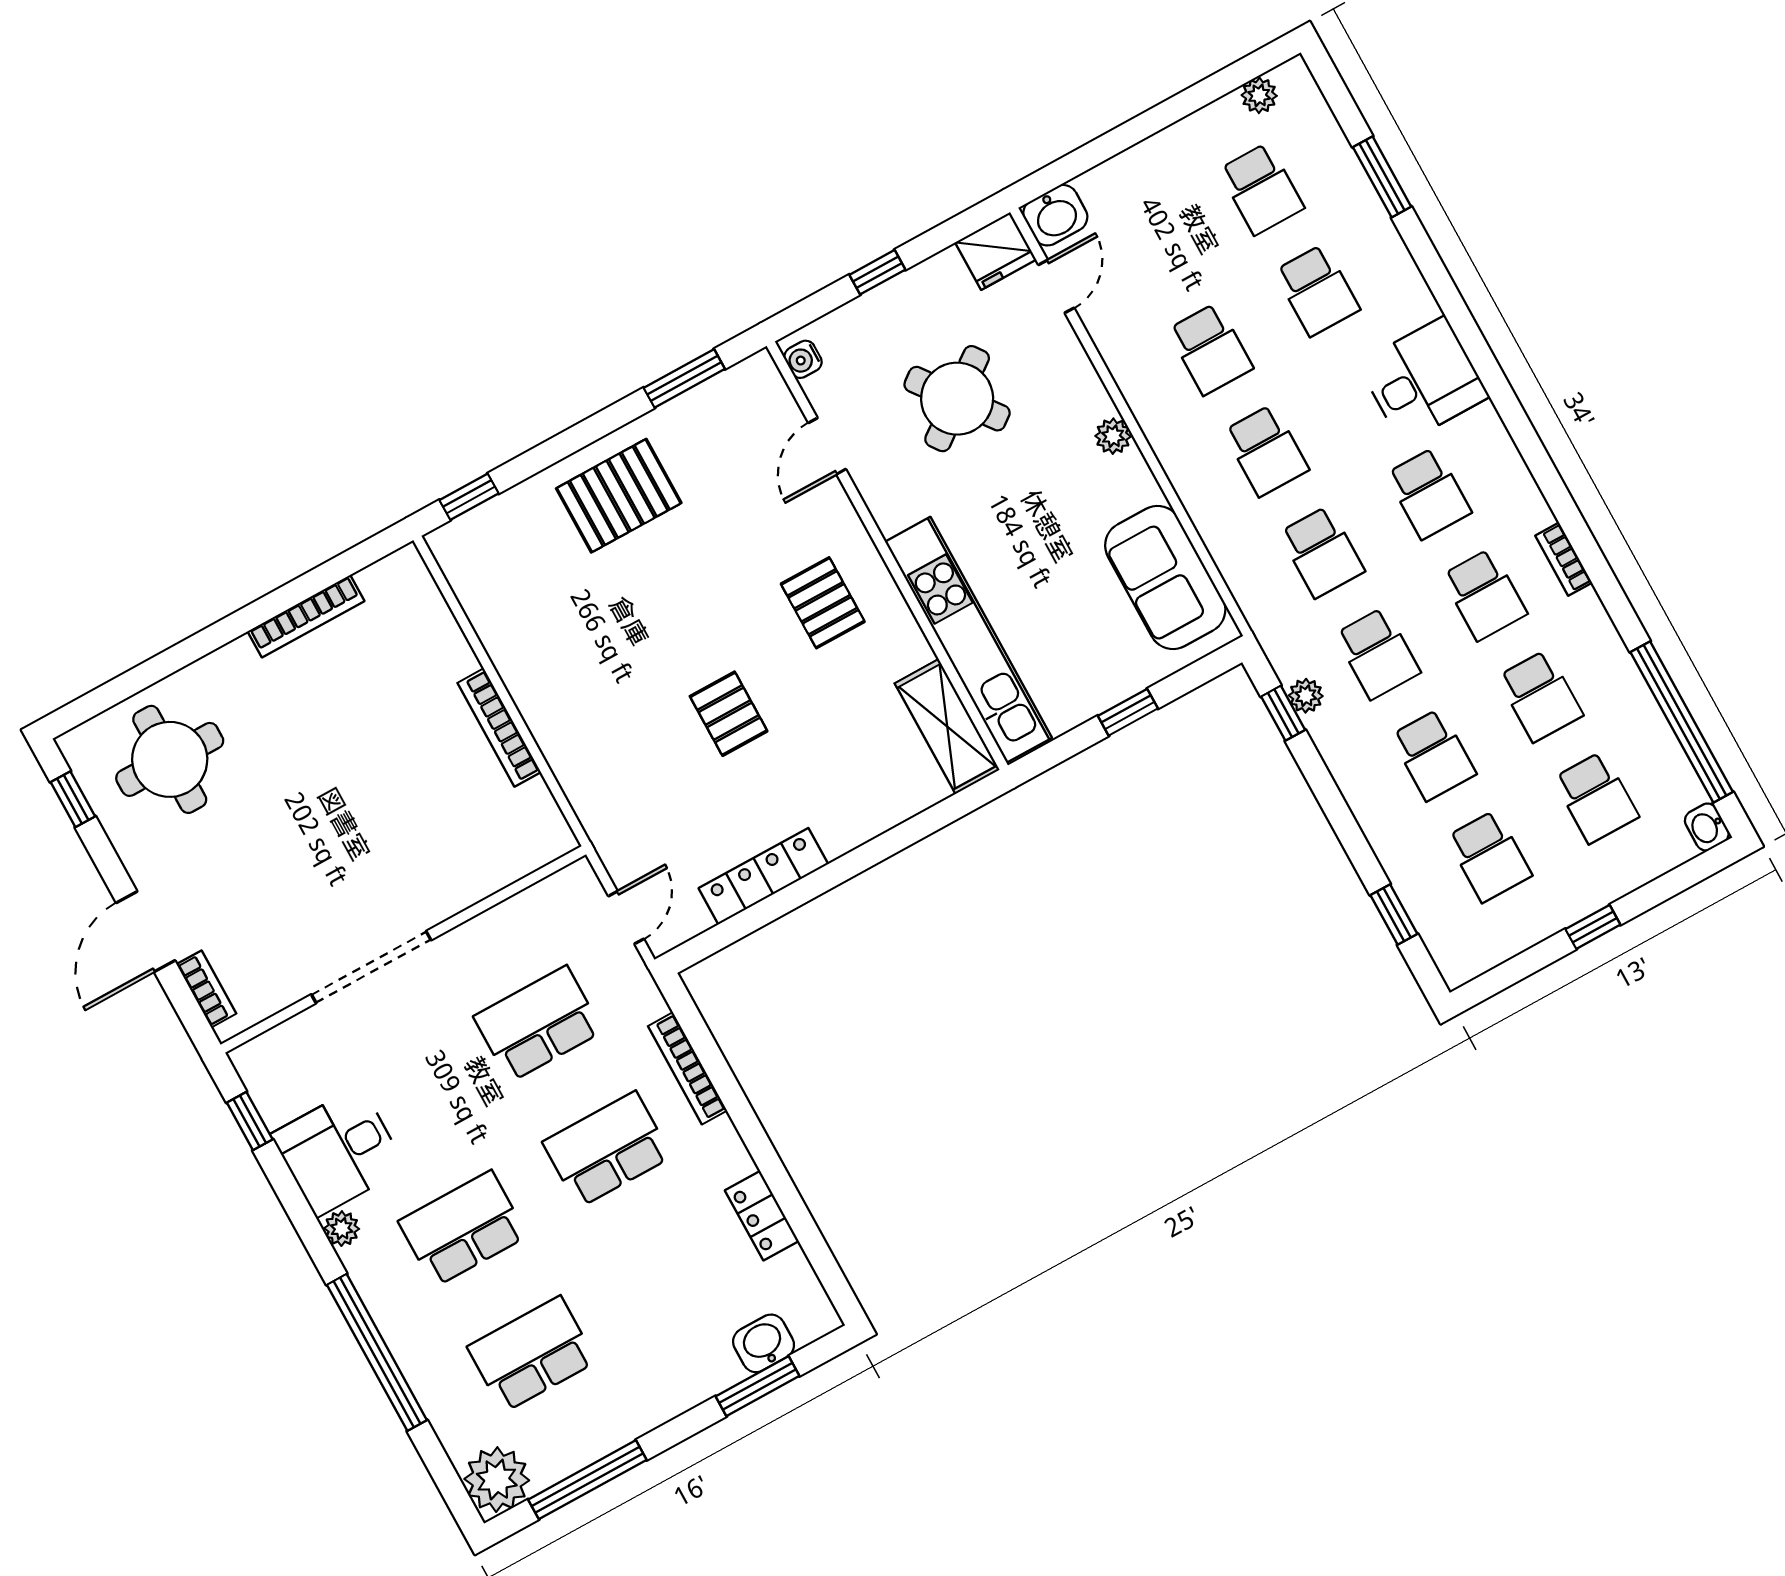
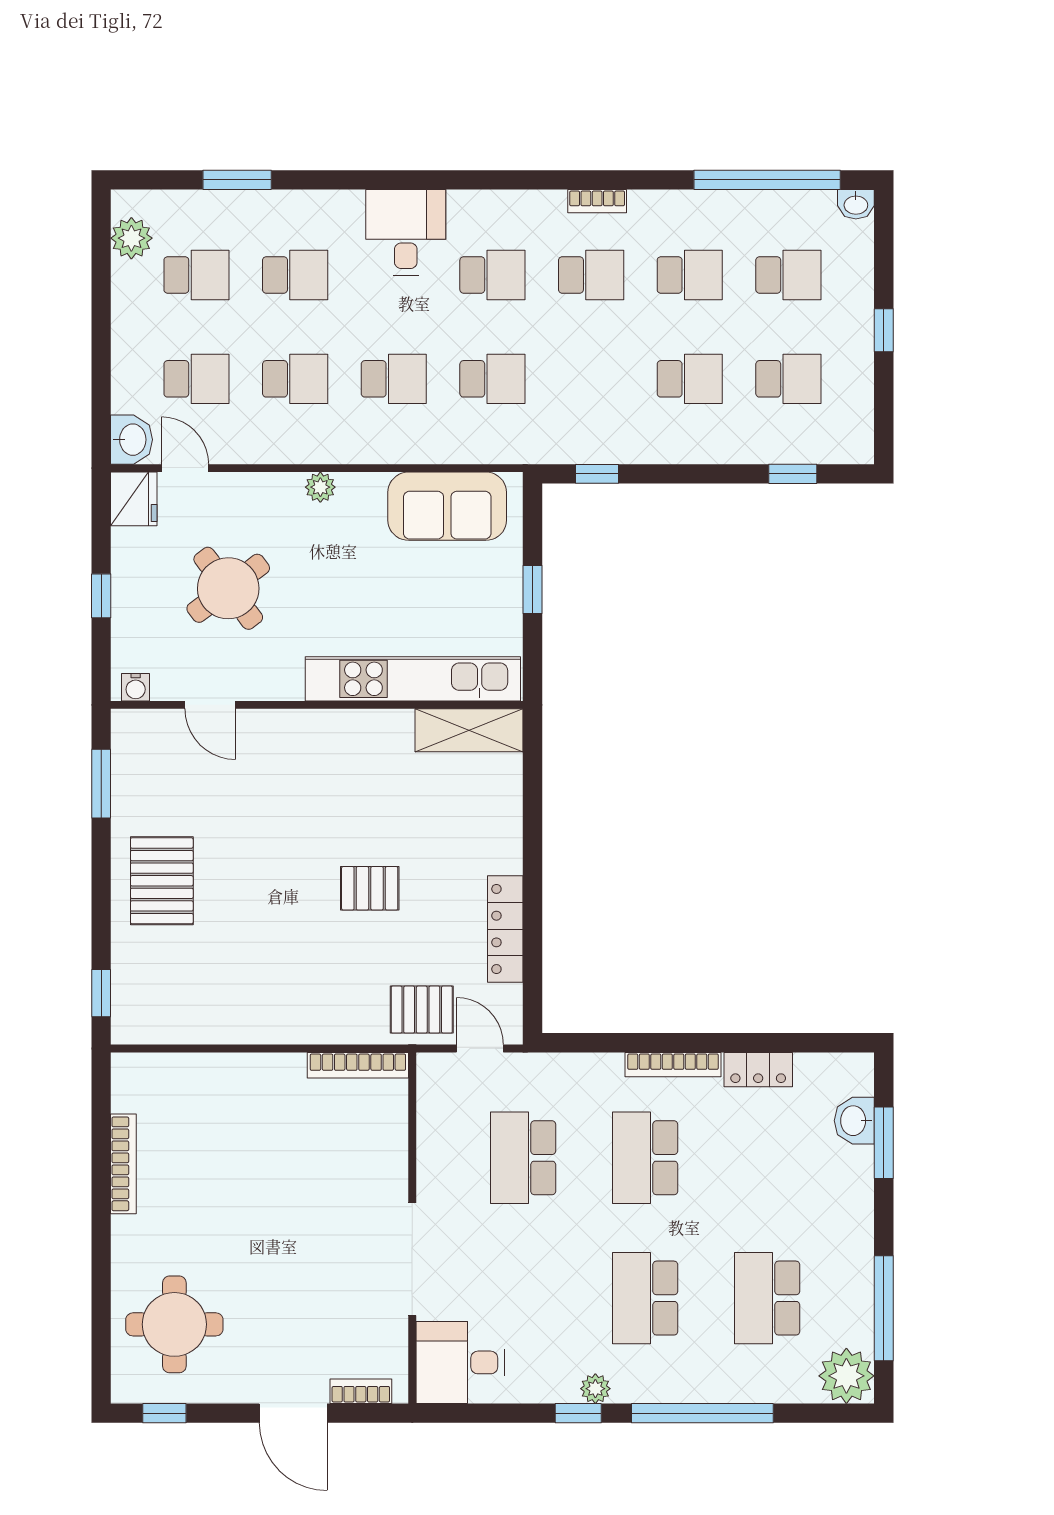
plant: (1259, 95) -> (131, 238), width x1.38, depth x1.38
pallet: (823, 603) -> (422, 1010), moved
school desk: (1378, 653) -> (196, 379), moved
plant: (1306, 696) -> (593, 450), removed
bookcase: (499, 728) -> (358, 1065), moved
bookcase: (687, 1068) -> (673, 1065), moved
window: (250, 1121) -> (578, 1413), moved
desk: (338, 1151) -> (460, 1362), moved, turned 90

